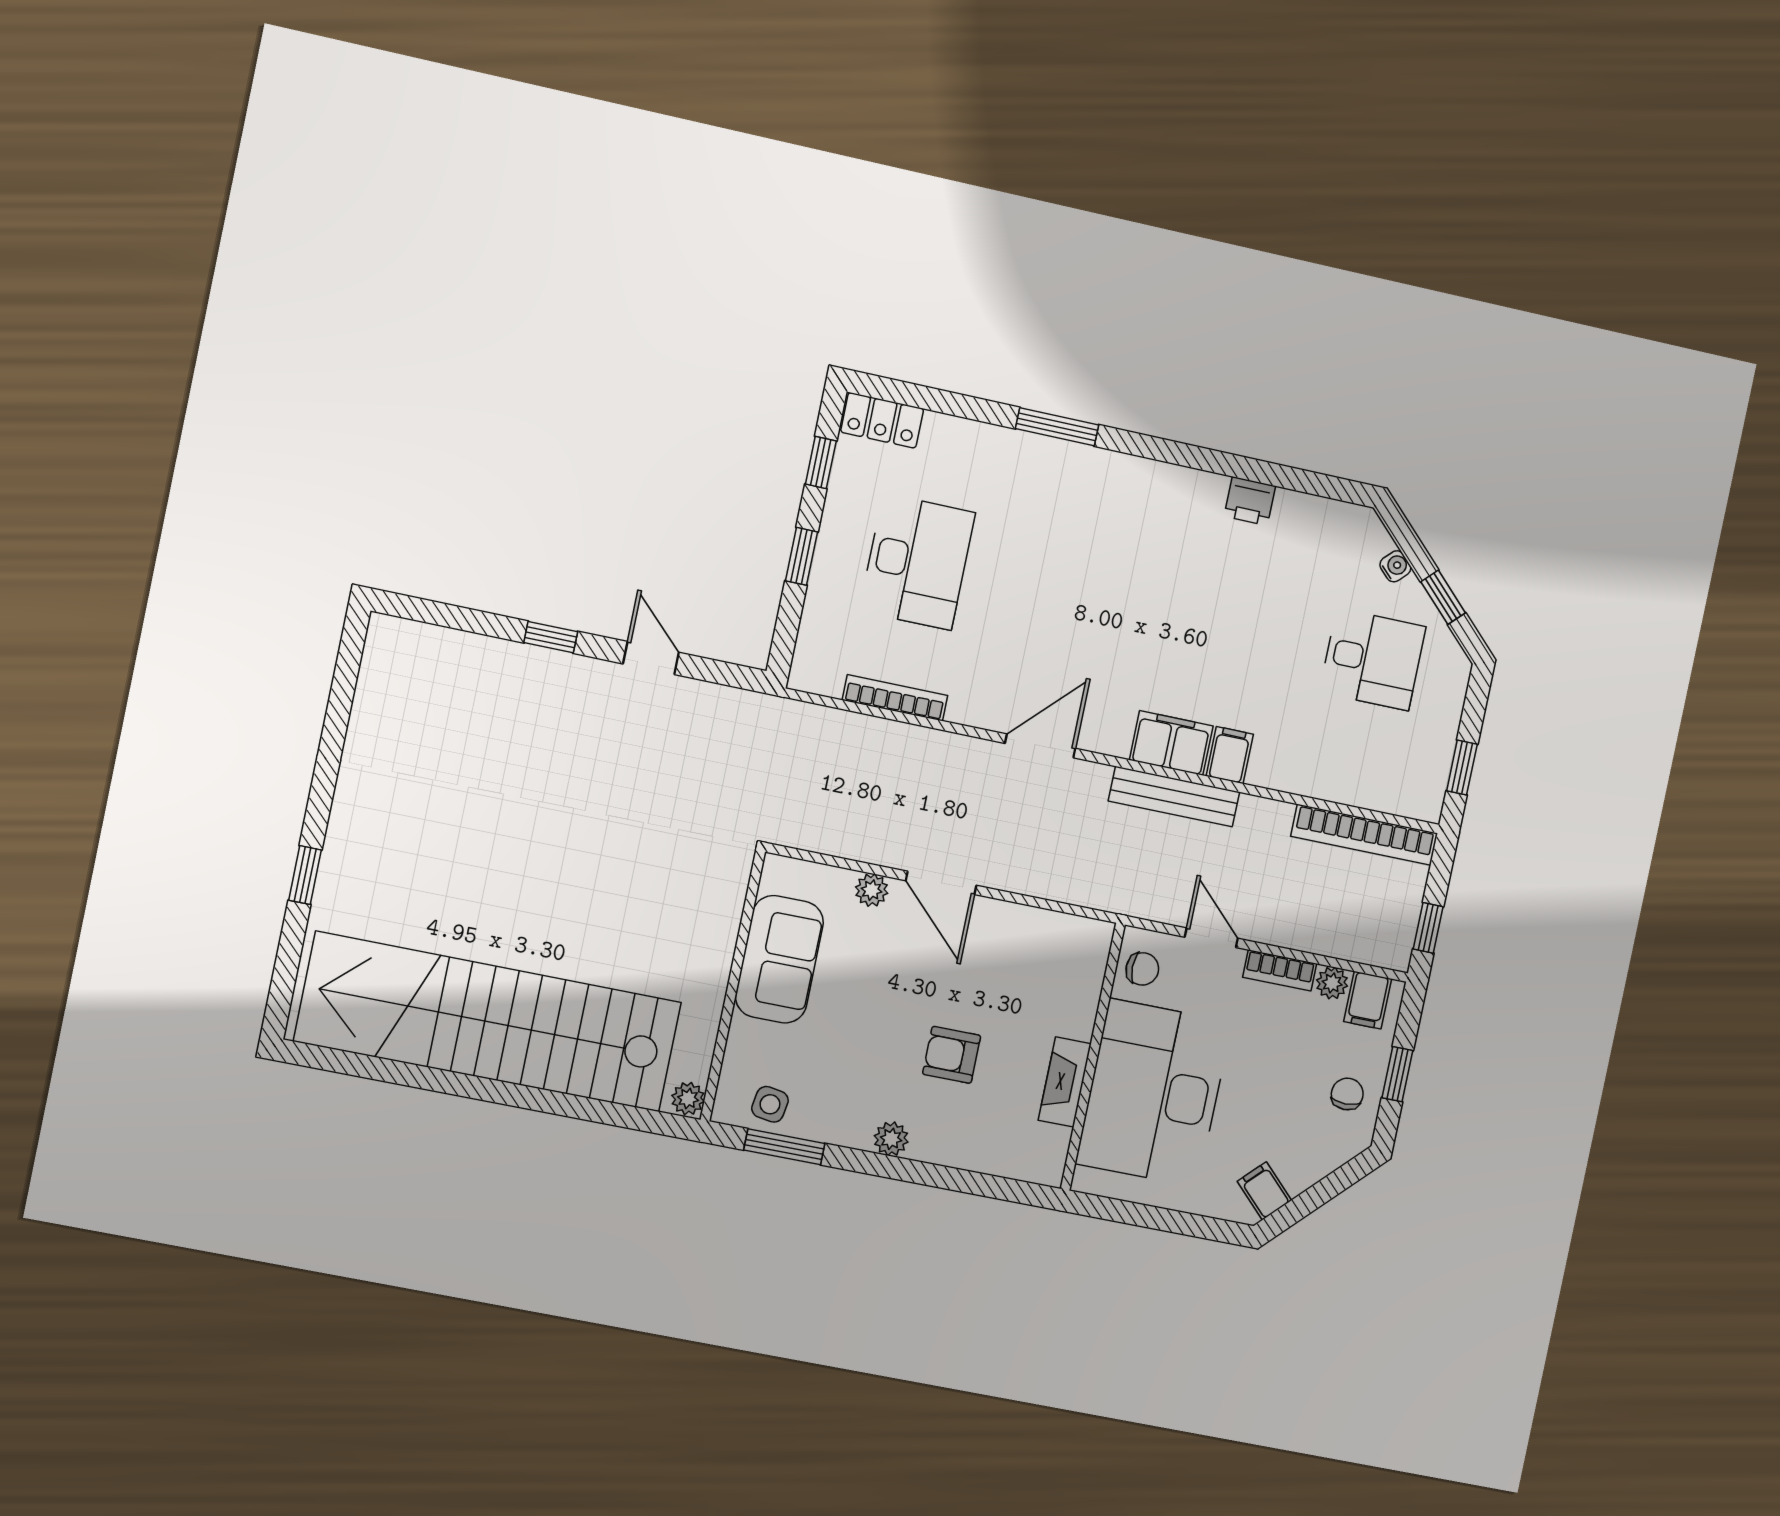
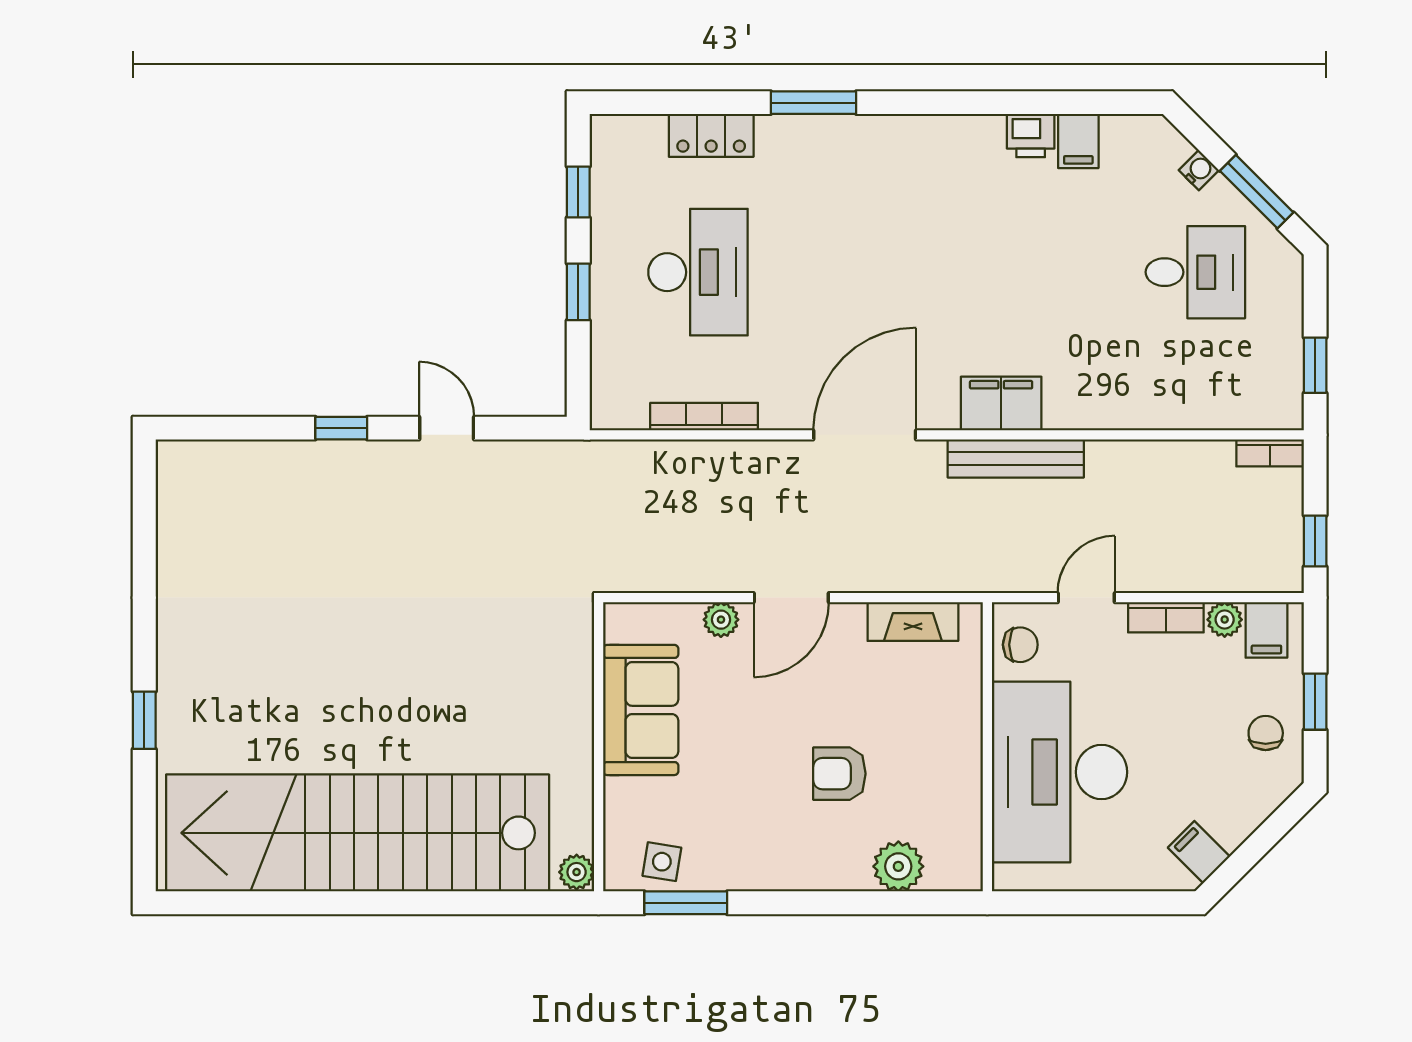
locker: (882, 420) -> (711, 135), moved
window: (1443, 597) -> (1257, 192), width x1.50
door: (1040, 746) -> (865, 435), width x1.36
filing cabinet: (1230, 755) -> (1078, 141), moved, turned 180
bookcase: (1364, 835) -> (1270, 453), width x0.43, depth x0.76
door: (941, 883) -> (791, 598), hinge flipped
door: (1211, 938) -> (1086, 598), hinge flipped
fireplace: (1065, 1082) -> (913, 622), moved, turned -90
plant: (891, 1139) -> (898, 866), moved, width x1.38, depth x1.38

